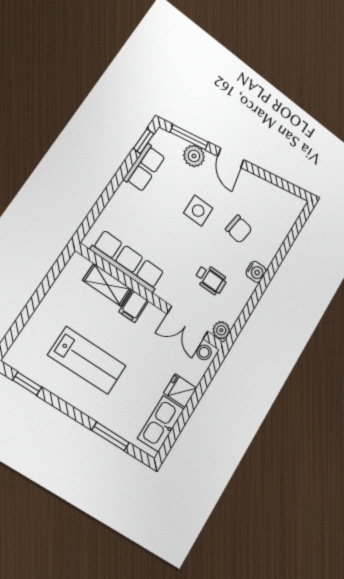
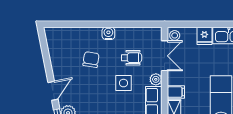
side table: (198, 211) -> (124, 83), moved
wheelchair: (211, 279) -> (131, 58), turned 90
plant: (221, 330) -> (156, 79), moved

